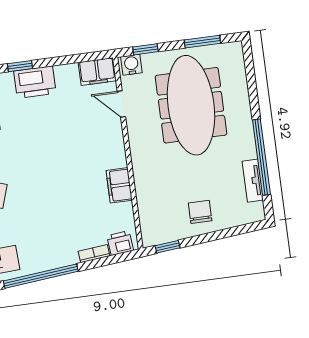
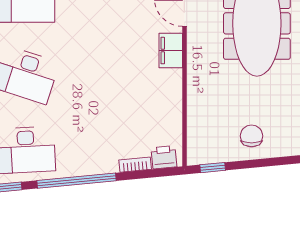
filing cabinet: (119, 185) -> (171, 51), moved

